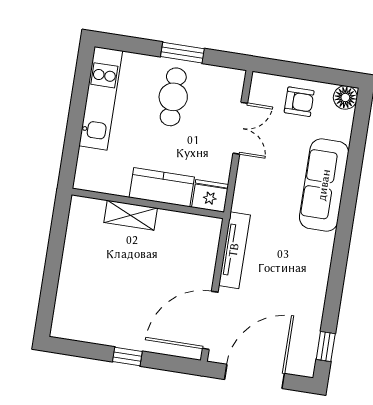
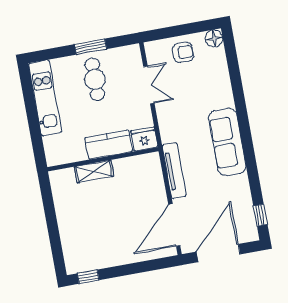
sofa: (324, 185) -> (227, 142), moved
window: (127, 357) -> (88, 277), moved

